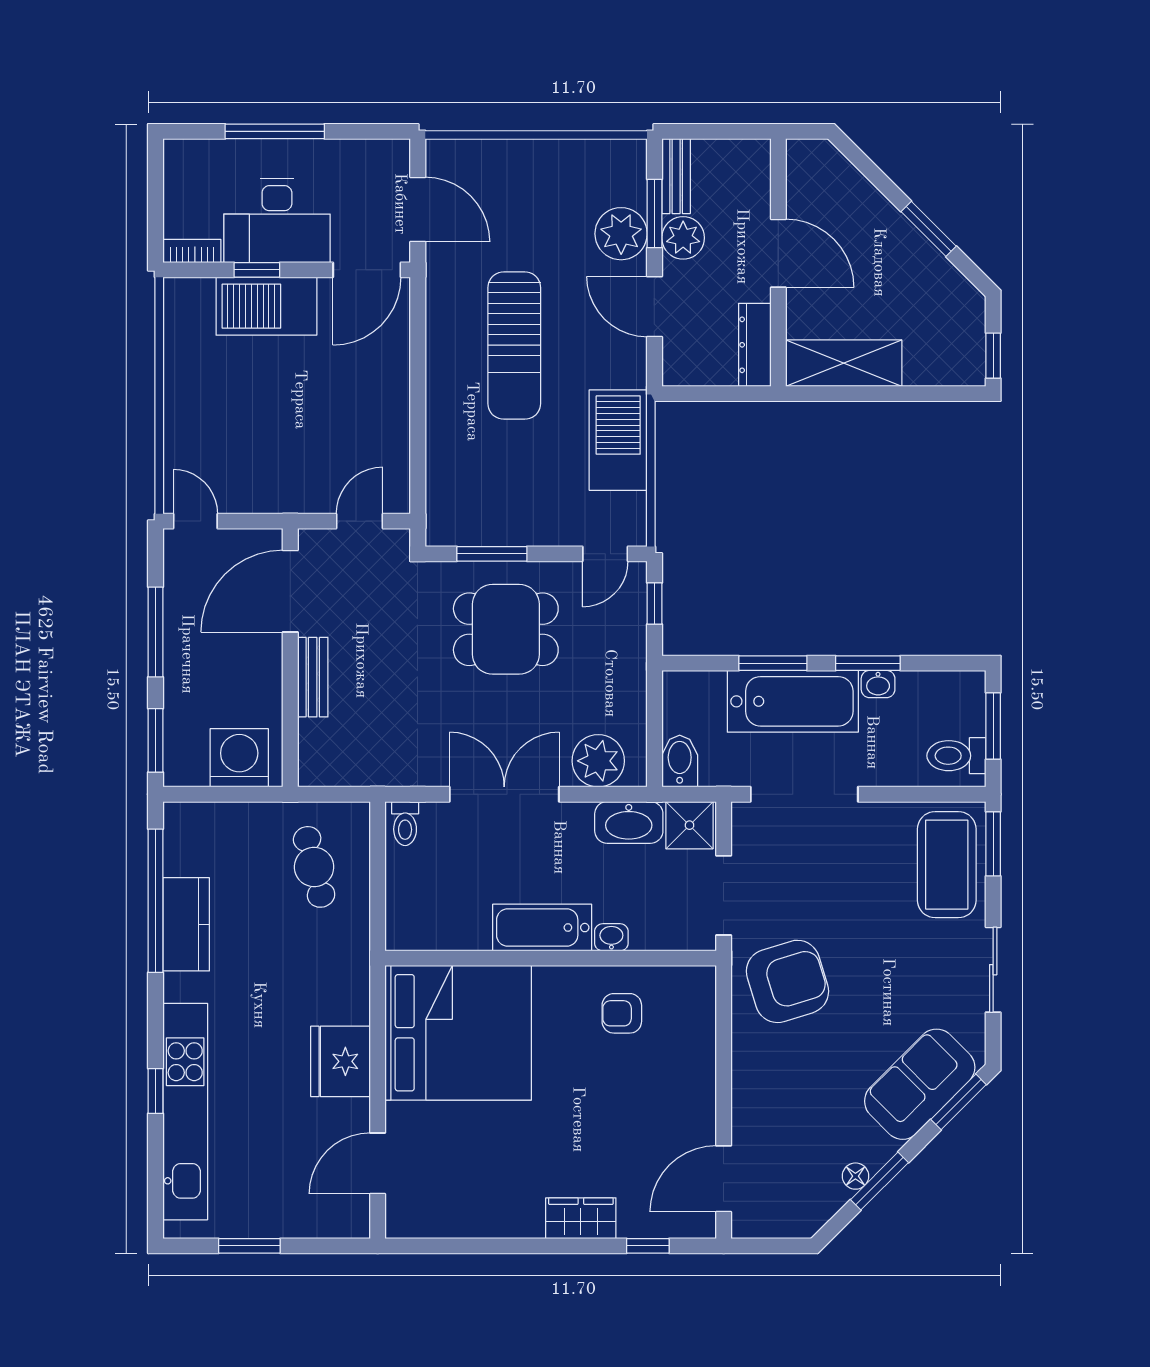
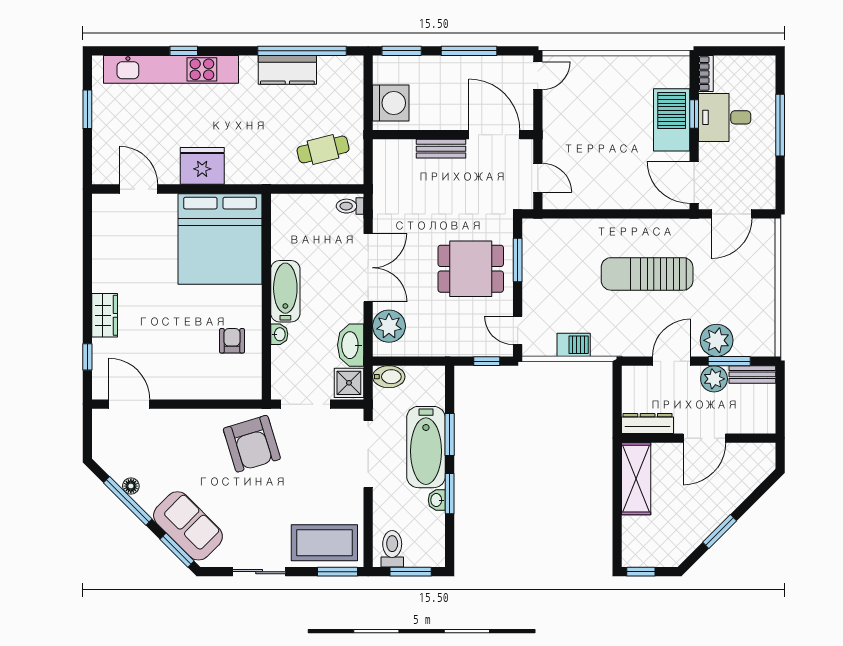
desk: (277, 221) -> (725, 117), width x0.73
barbecue: (618, 440) -> (574, 345), width x0.53, depth x0.65
dining table: (506, 629) -> (471, 269), turned 90
window: (879, 1181) -> (128, 501), width x1.44

